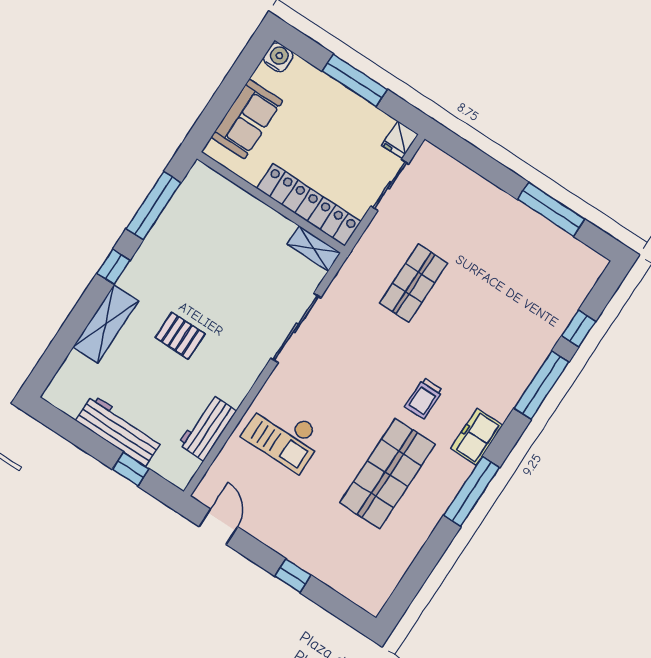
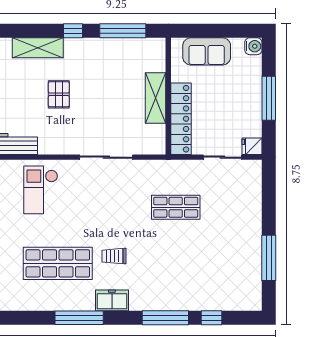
shelving: (314, 248) -> (156, 98), moved, width x1.50, depth x1.33

